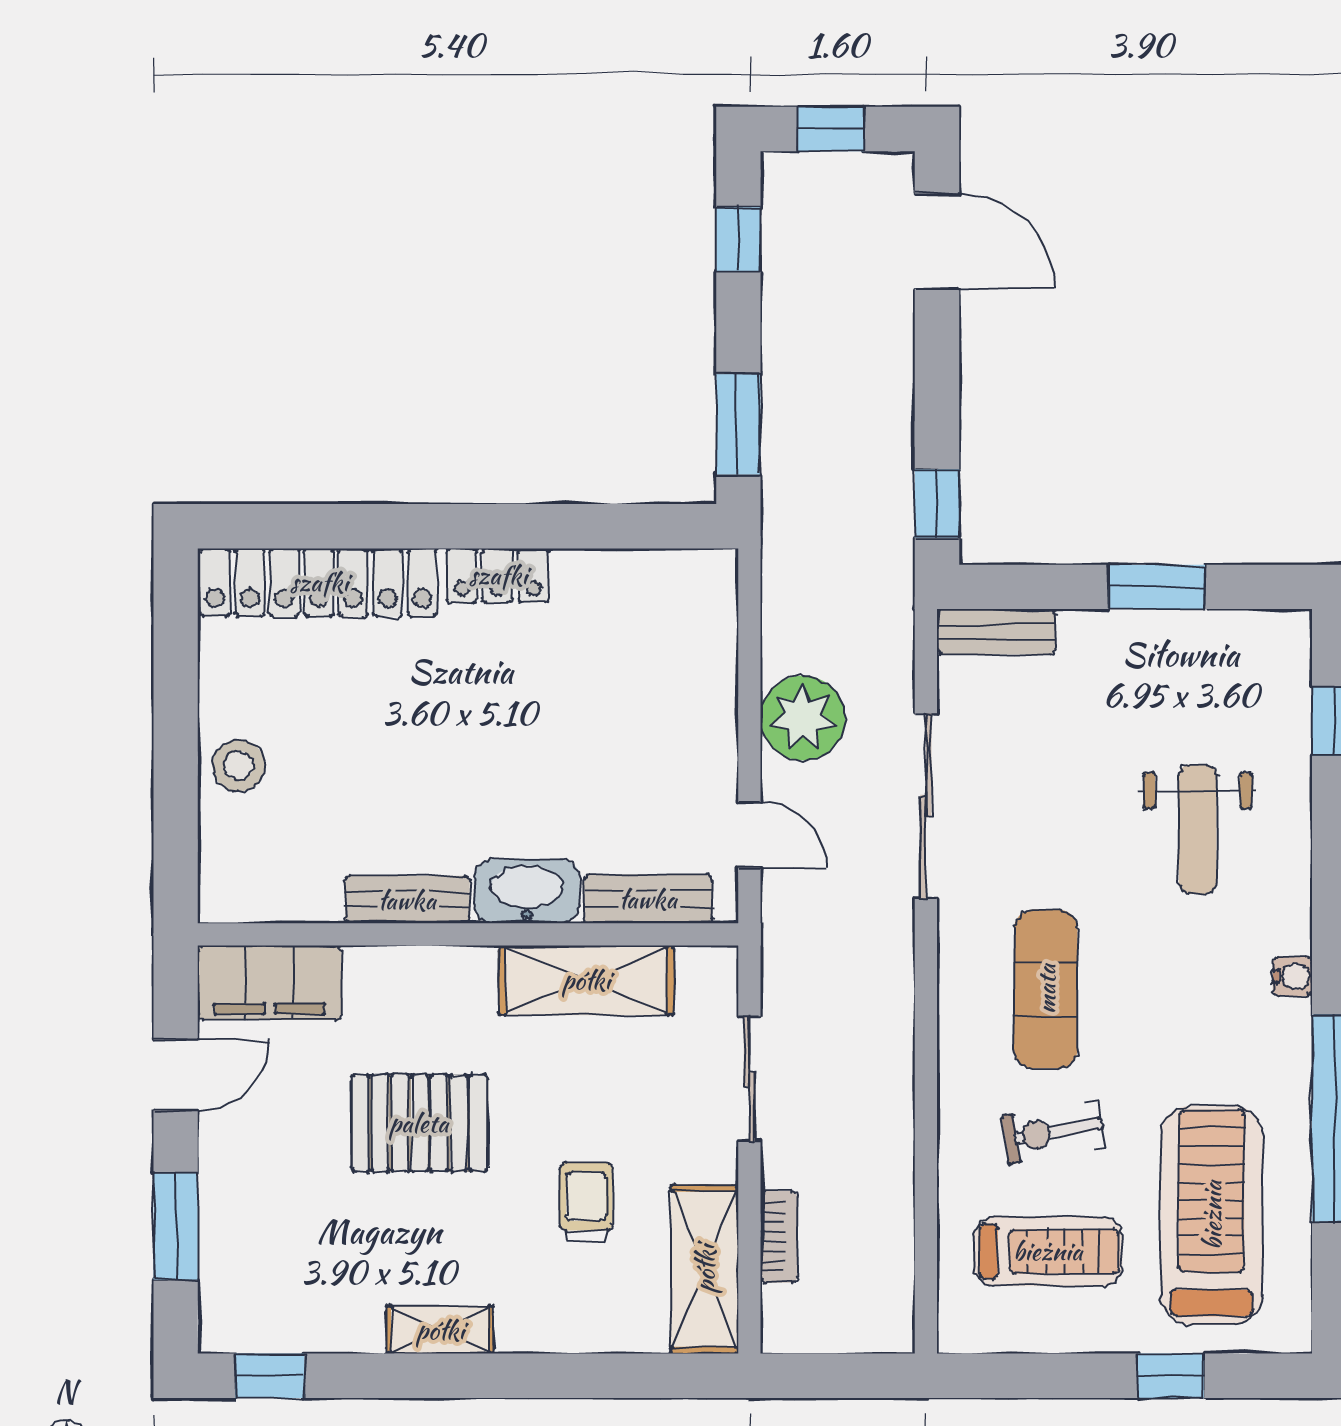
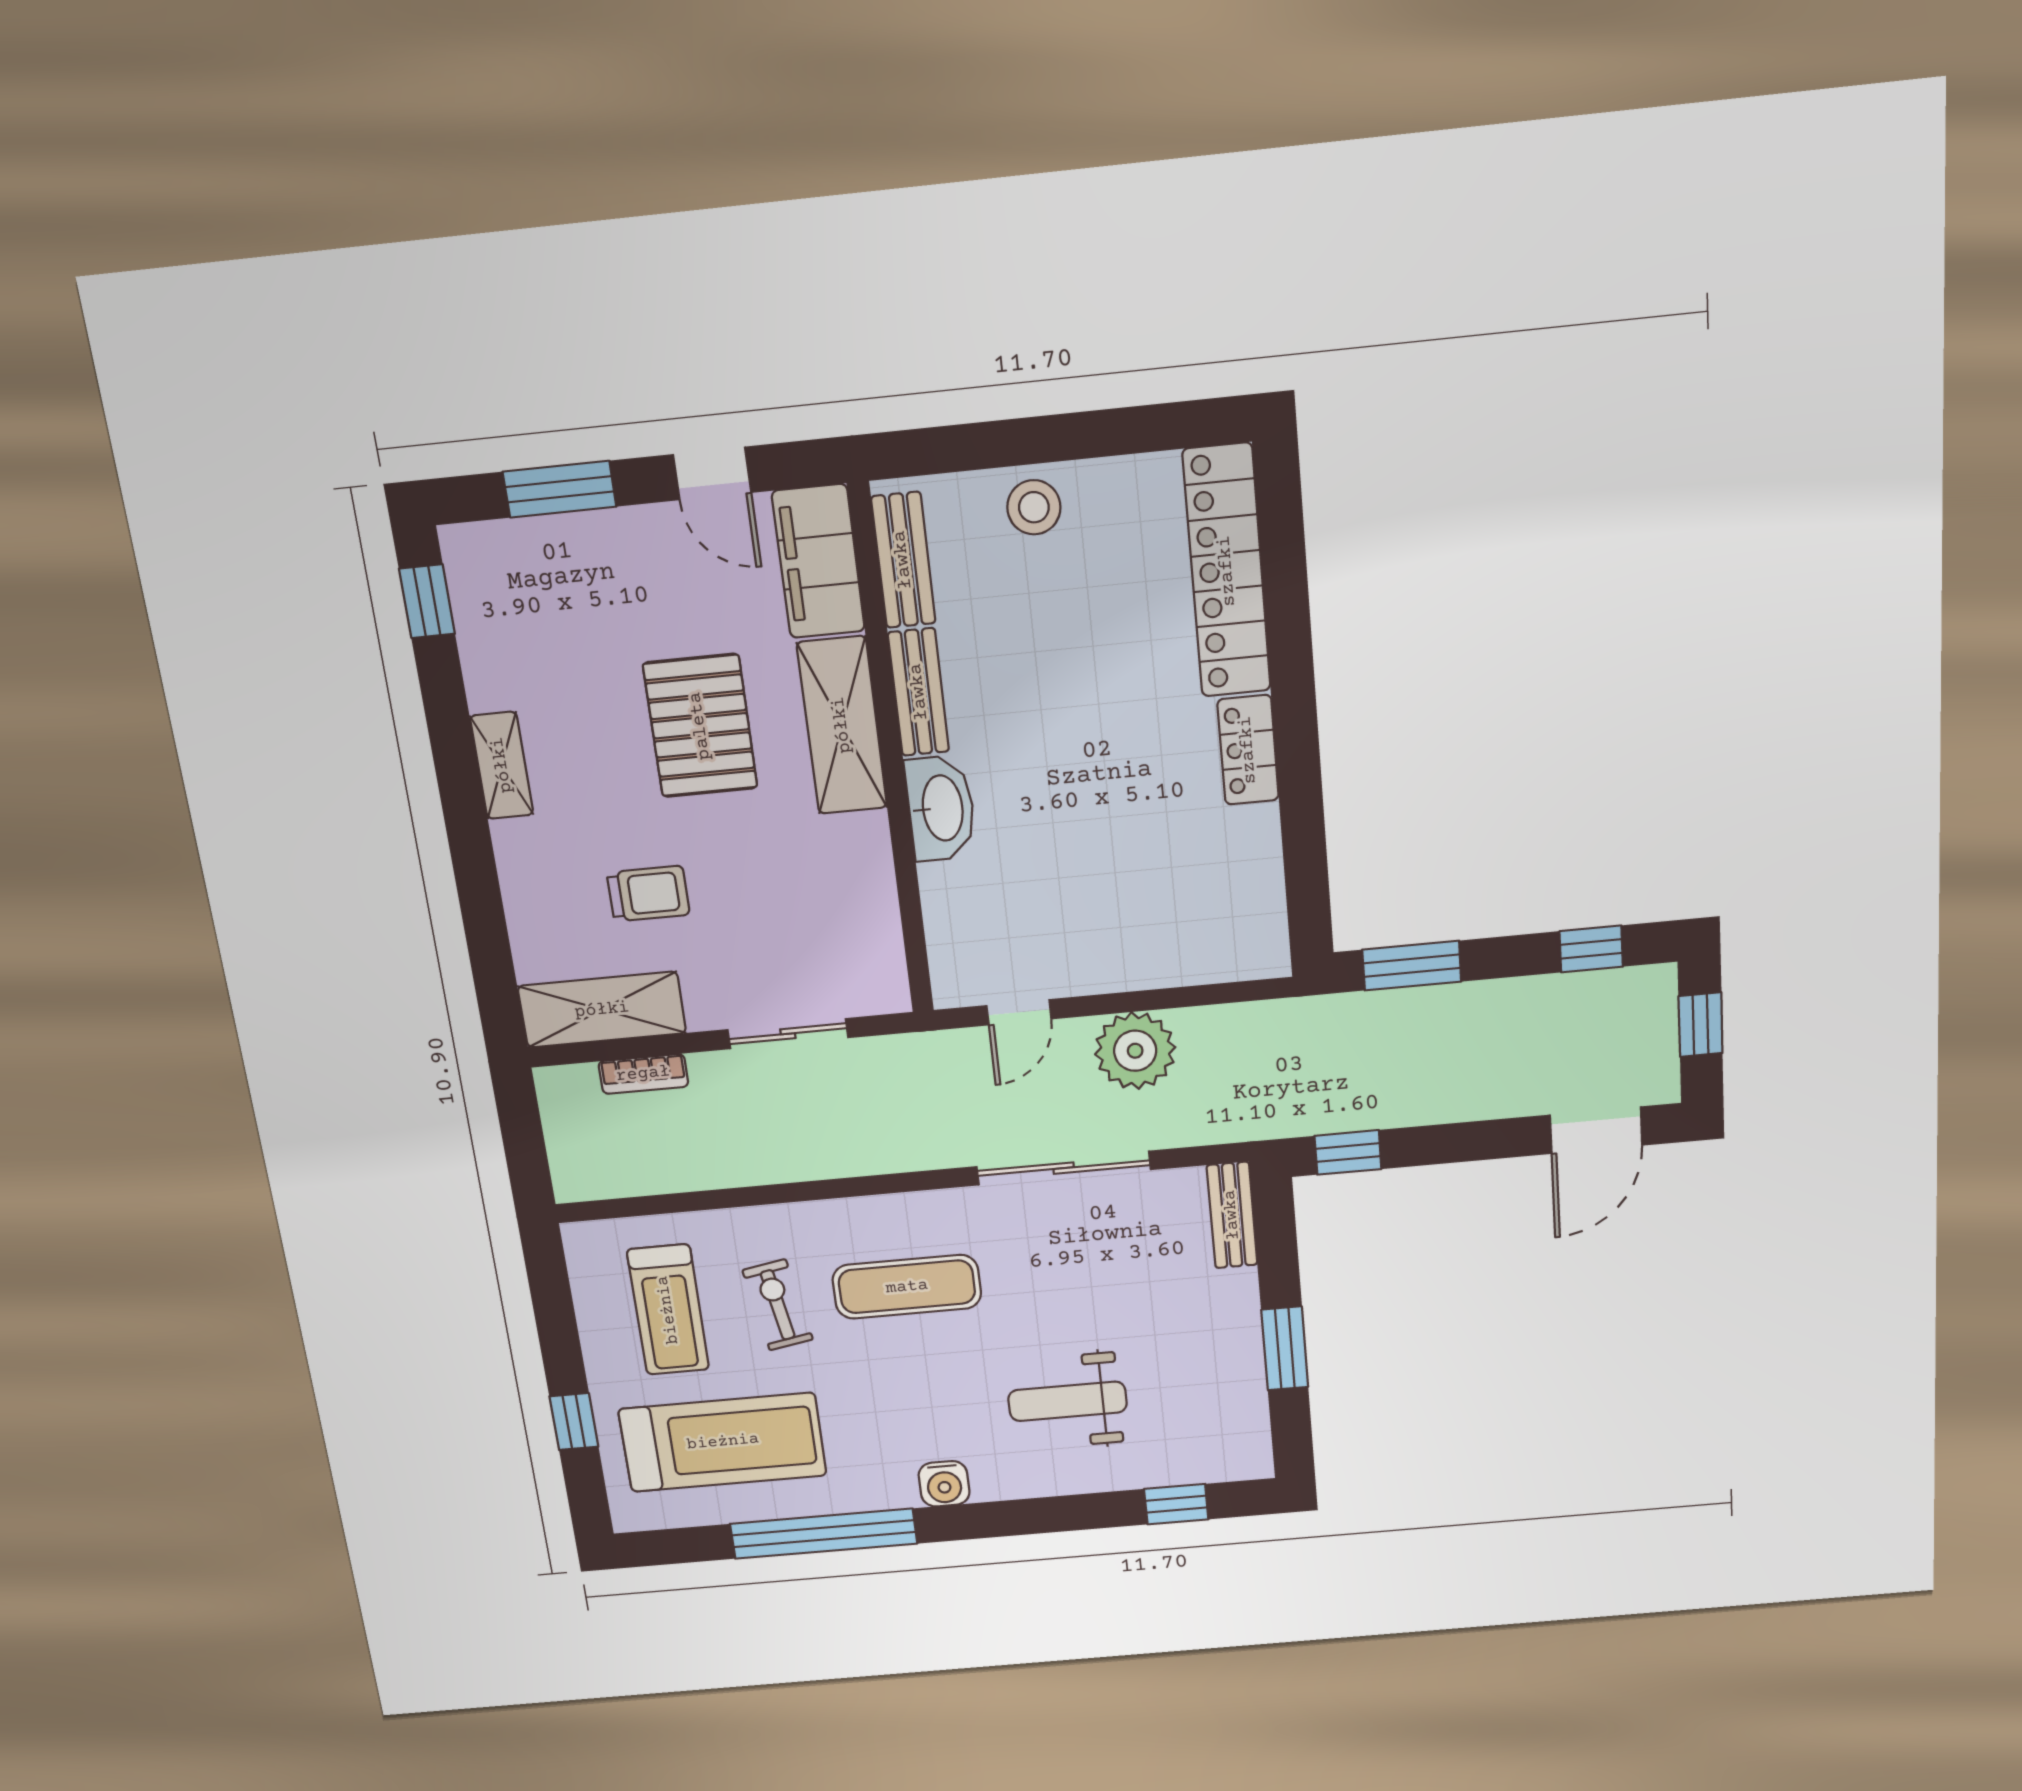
bench: (648, 899) -> (903, 560), moved
water cooler: (1293, 976) -> (944, 1484), width x1.38, depth x1.38
shelving: (586, 980) -> (842, 725), moved

